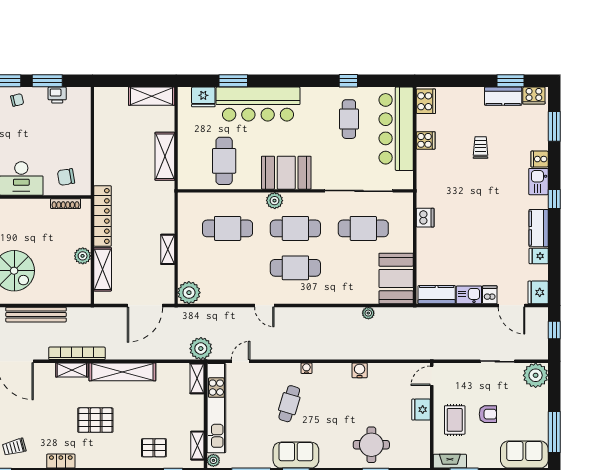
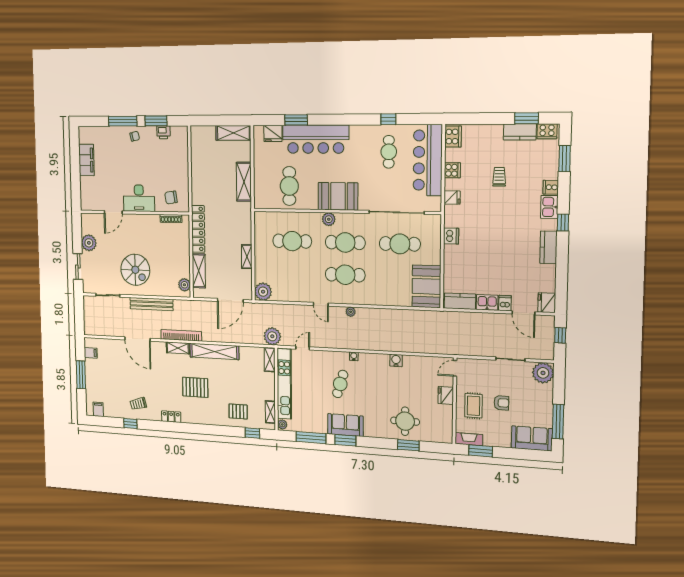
plant: (83, 256) -> (184, 285), moved
fridge: (539, 256) -> (452, 198), moved, turned 180
plant: (368, 313) -> (351, 312), moved

